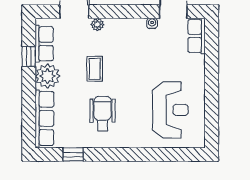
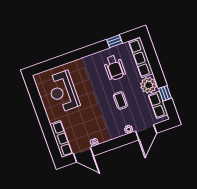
row of seats: (197, 36) -> (61, 139), width x1.48
wheelchair: (103, 113) -> (114, 68), moved

